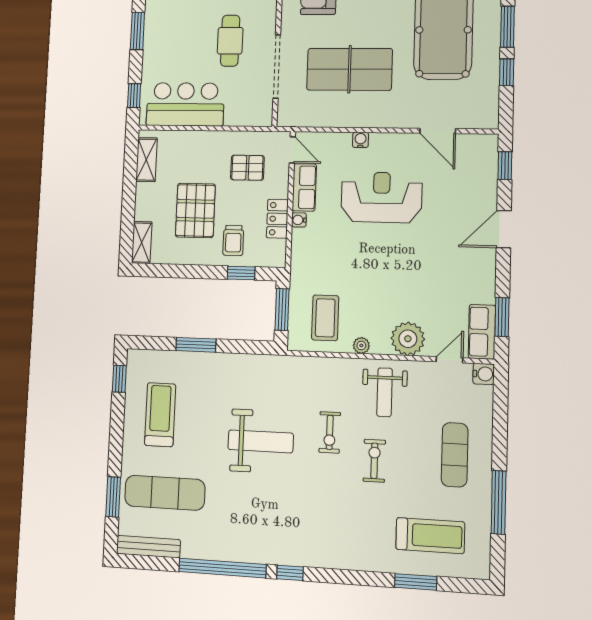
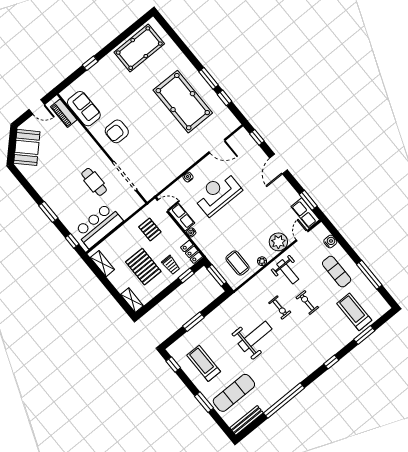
table tennis table: (349, 69) -> (157, 151), removed
pallet: (247, 168) -> (150, 229), turned 90
locker: (277, 219) -> (192, 252), moved
water cooler: (484, 374) -> (330, 242), moved
window: (113, 497) -> (204, 402), moved
treadmill: (430, 536) -> (354, 312), turned -90
window: (290, 573) -> (331, 362), moved

